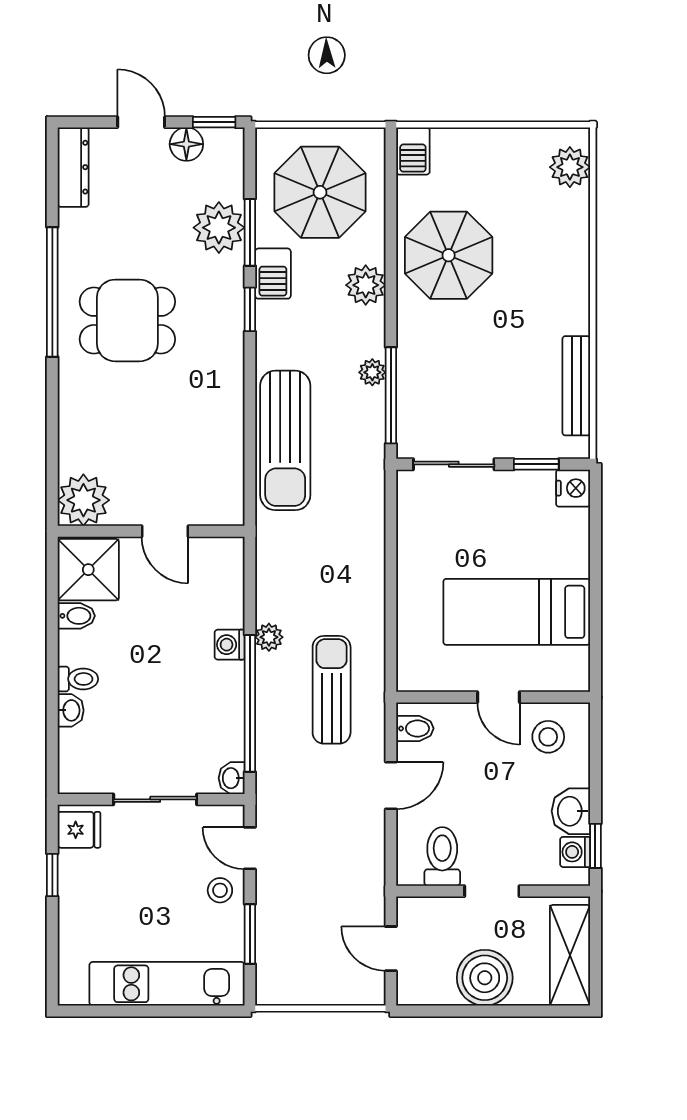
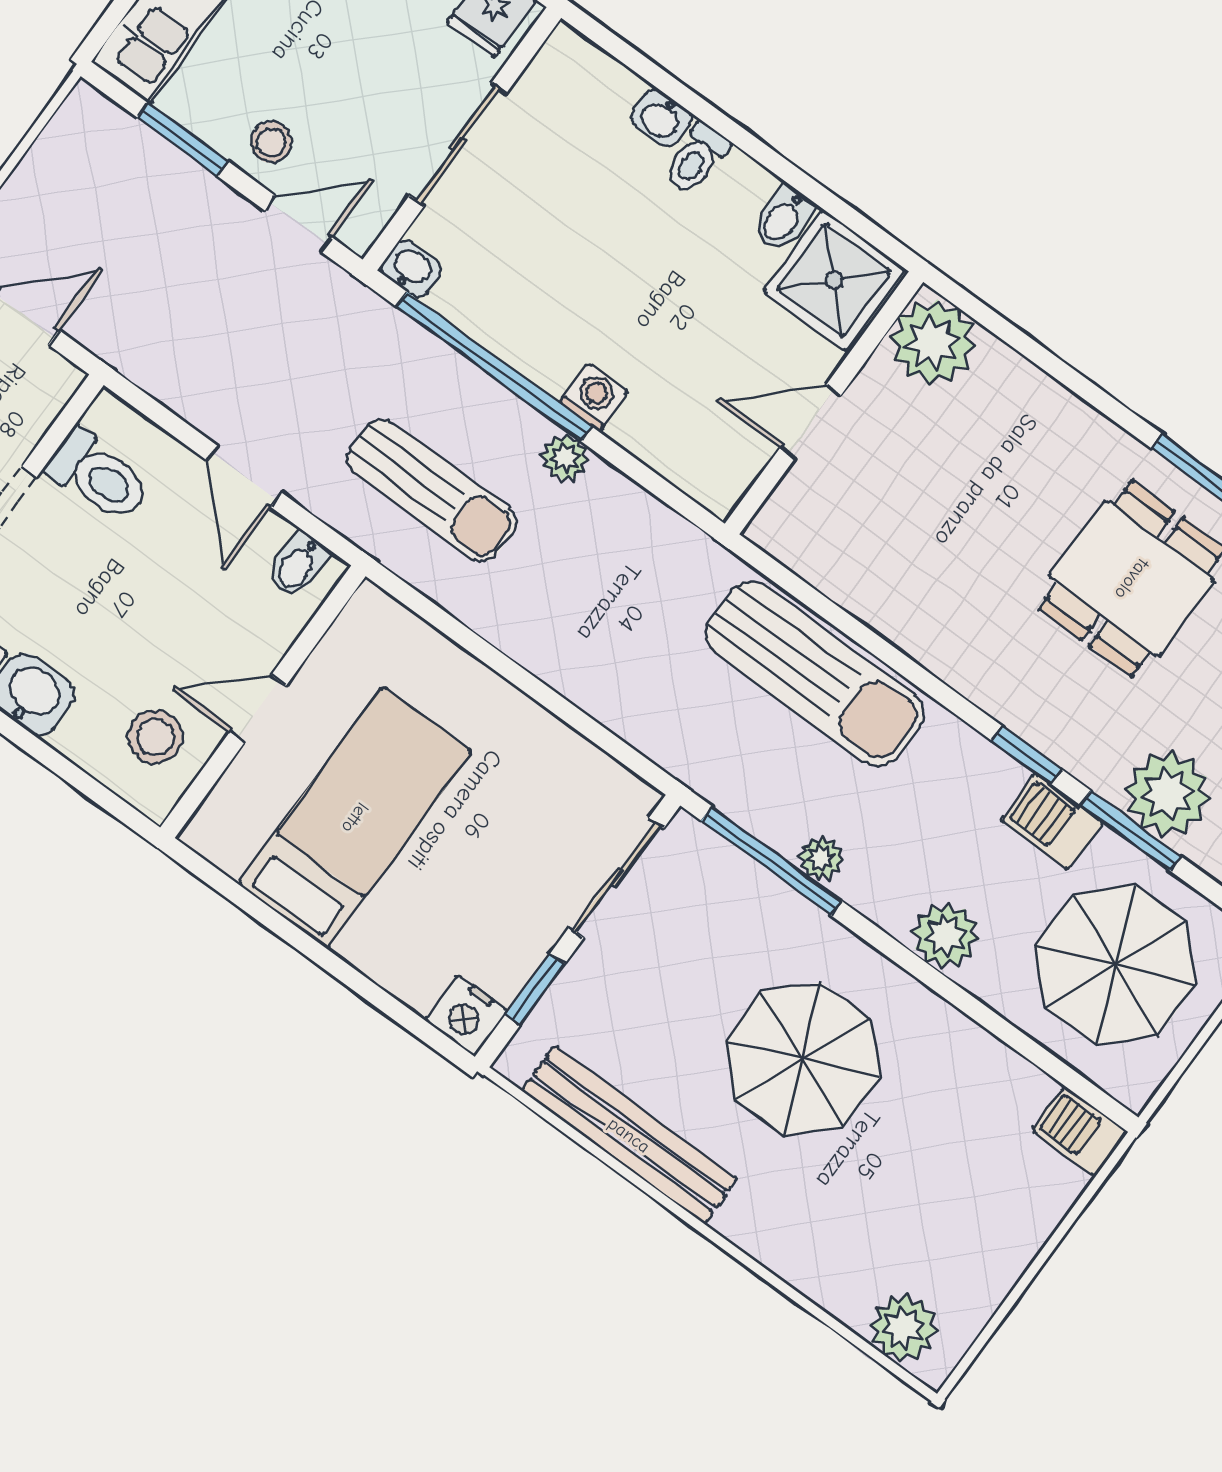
parasol: (449, 255) -> (803, 1059), moved
bench: (576, 386) -> (629, 1135), width x1.37, depth x1.21
sun lounger: (285, 440) -> (815, 674), turned 180

